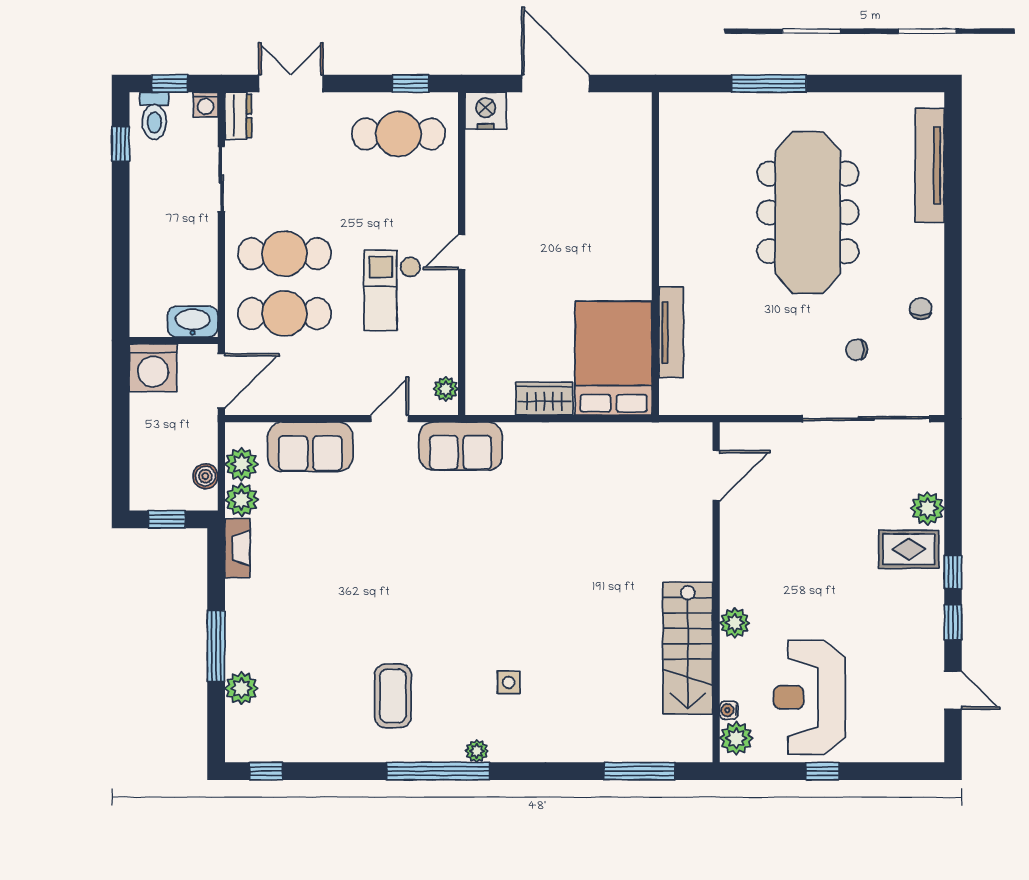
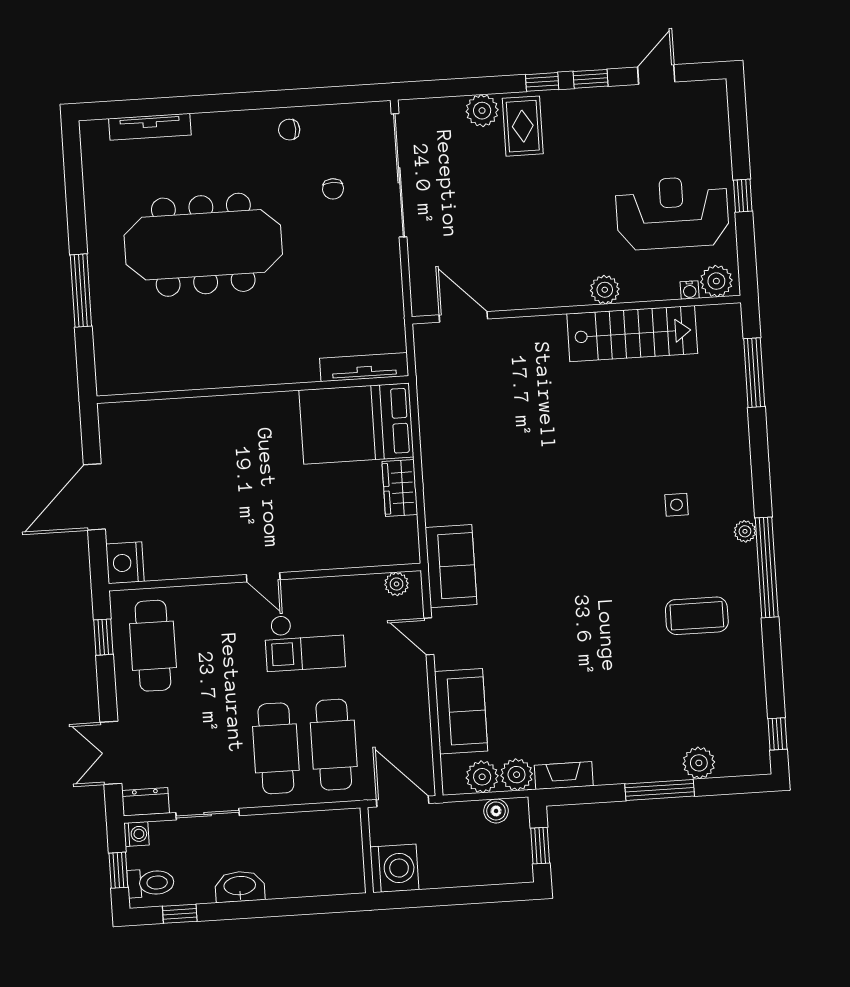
tv unit: (930, 165) -> (150, 127), width x0.73, depth x0.78
washbasin: (193, 322) -> (240, 886), moved, turned 90
tv unit: (671, 332) -> (364, 367), moved
reception desk: (809, 697) -> (672, 213), turned 180

